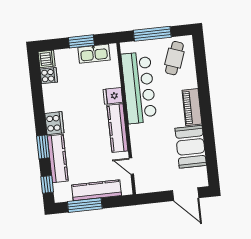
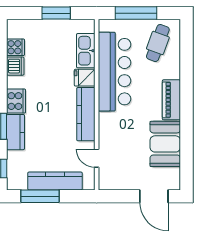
kitchen sink: (94, 54) -> (86, 51), moved, turned 90
dishwasher: (47, 59) -> (15, 66), moved
kitchen counter: (58, 159) -> (15, 132), width x0.67

